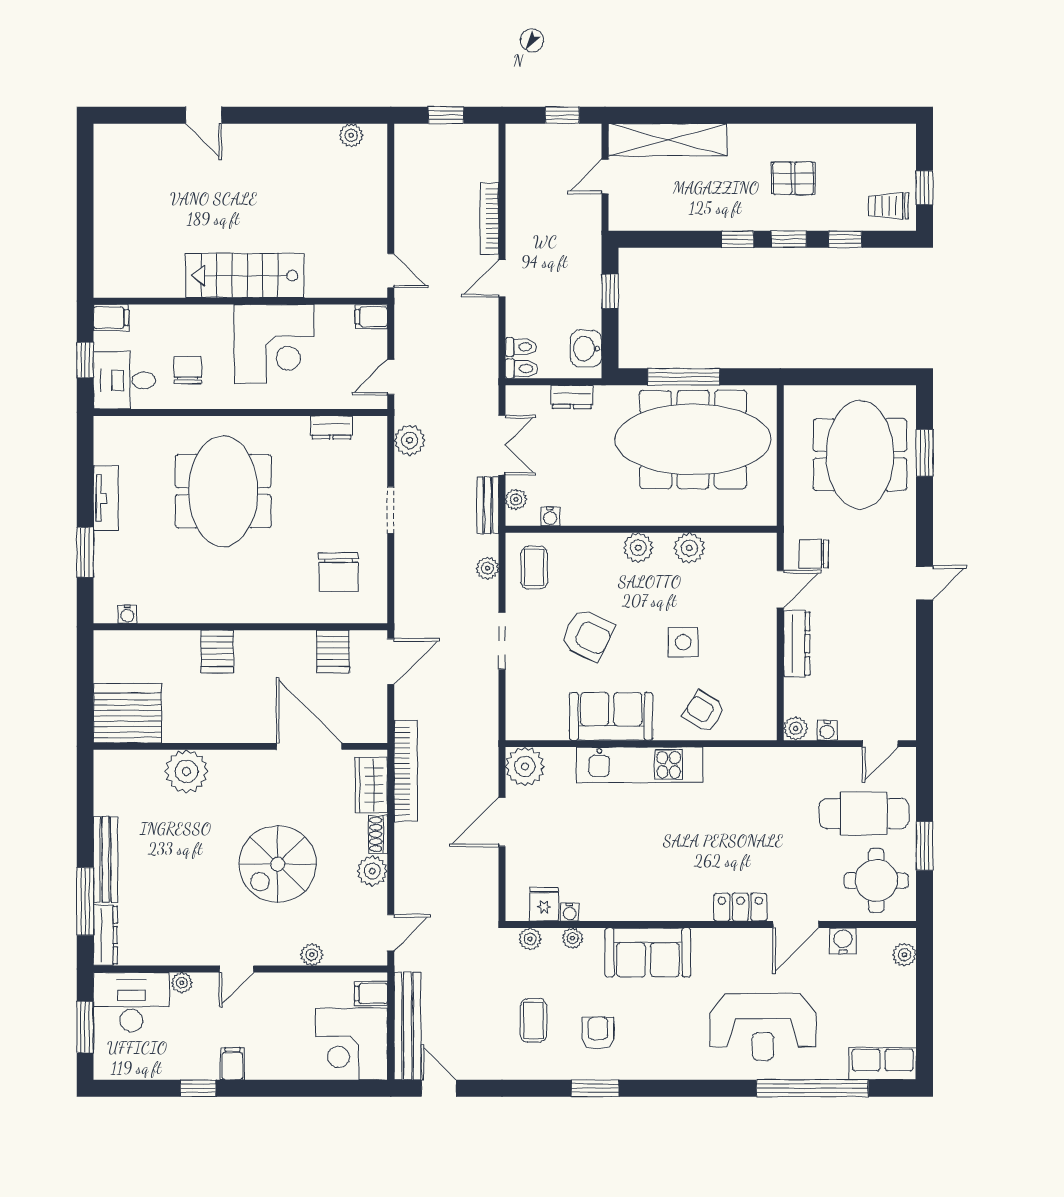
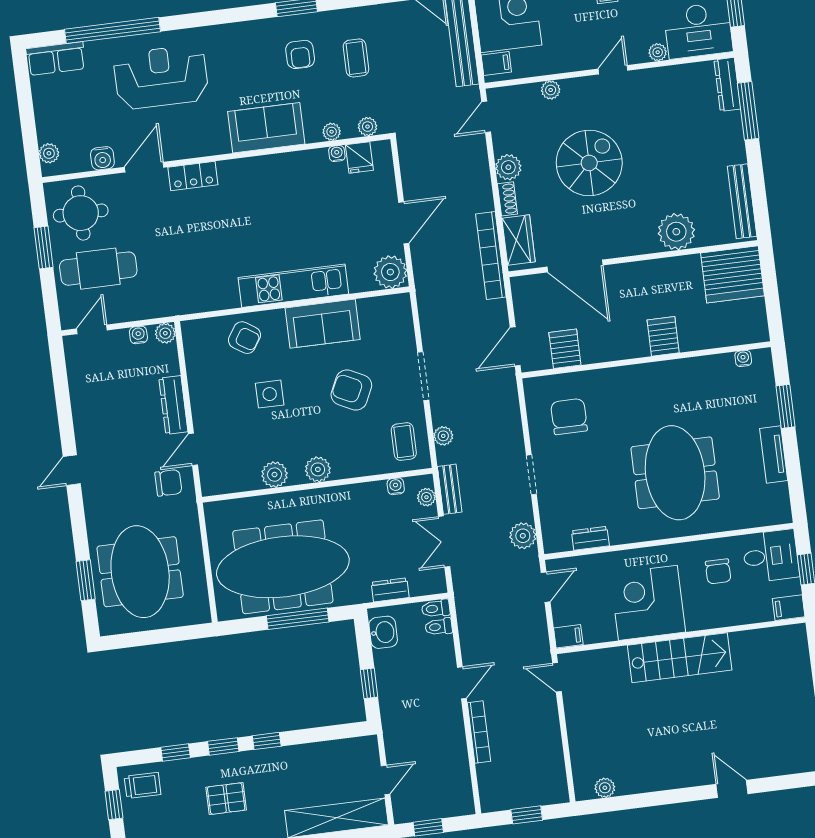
bench: (105, 859) -> (742, 201), moved

